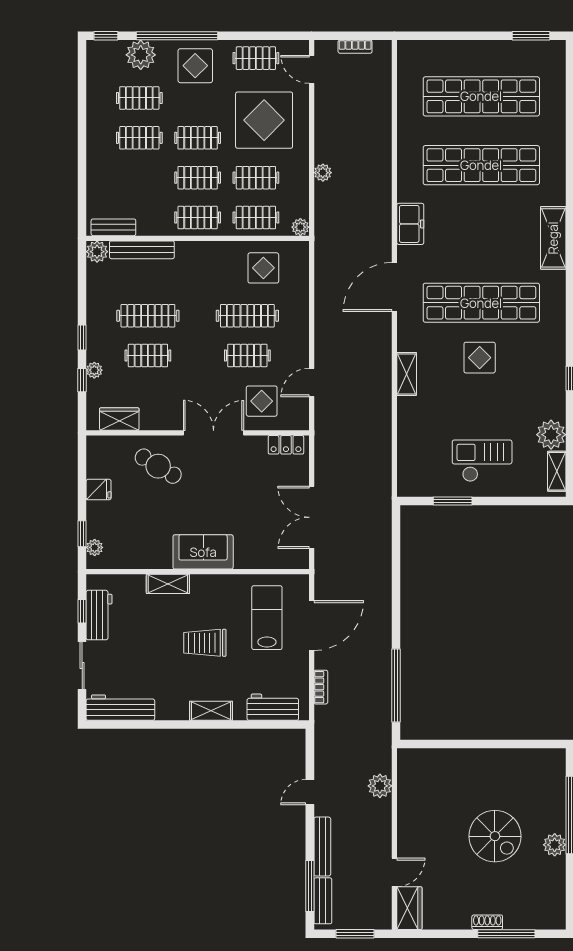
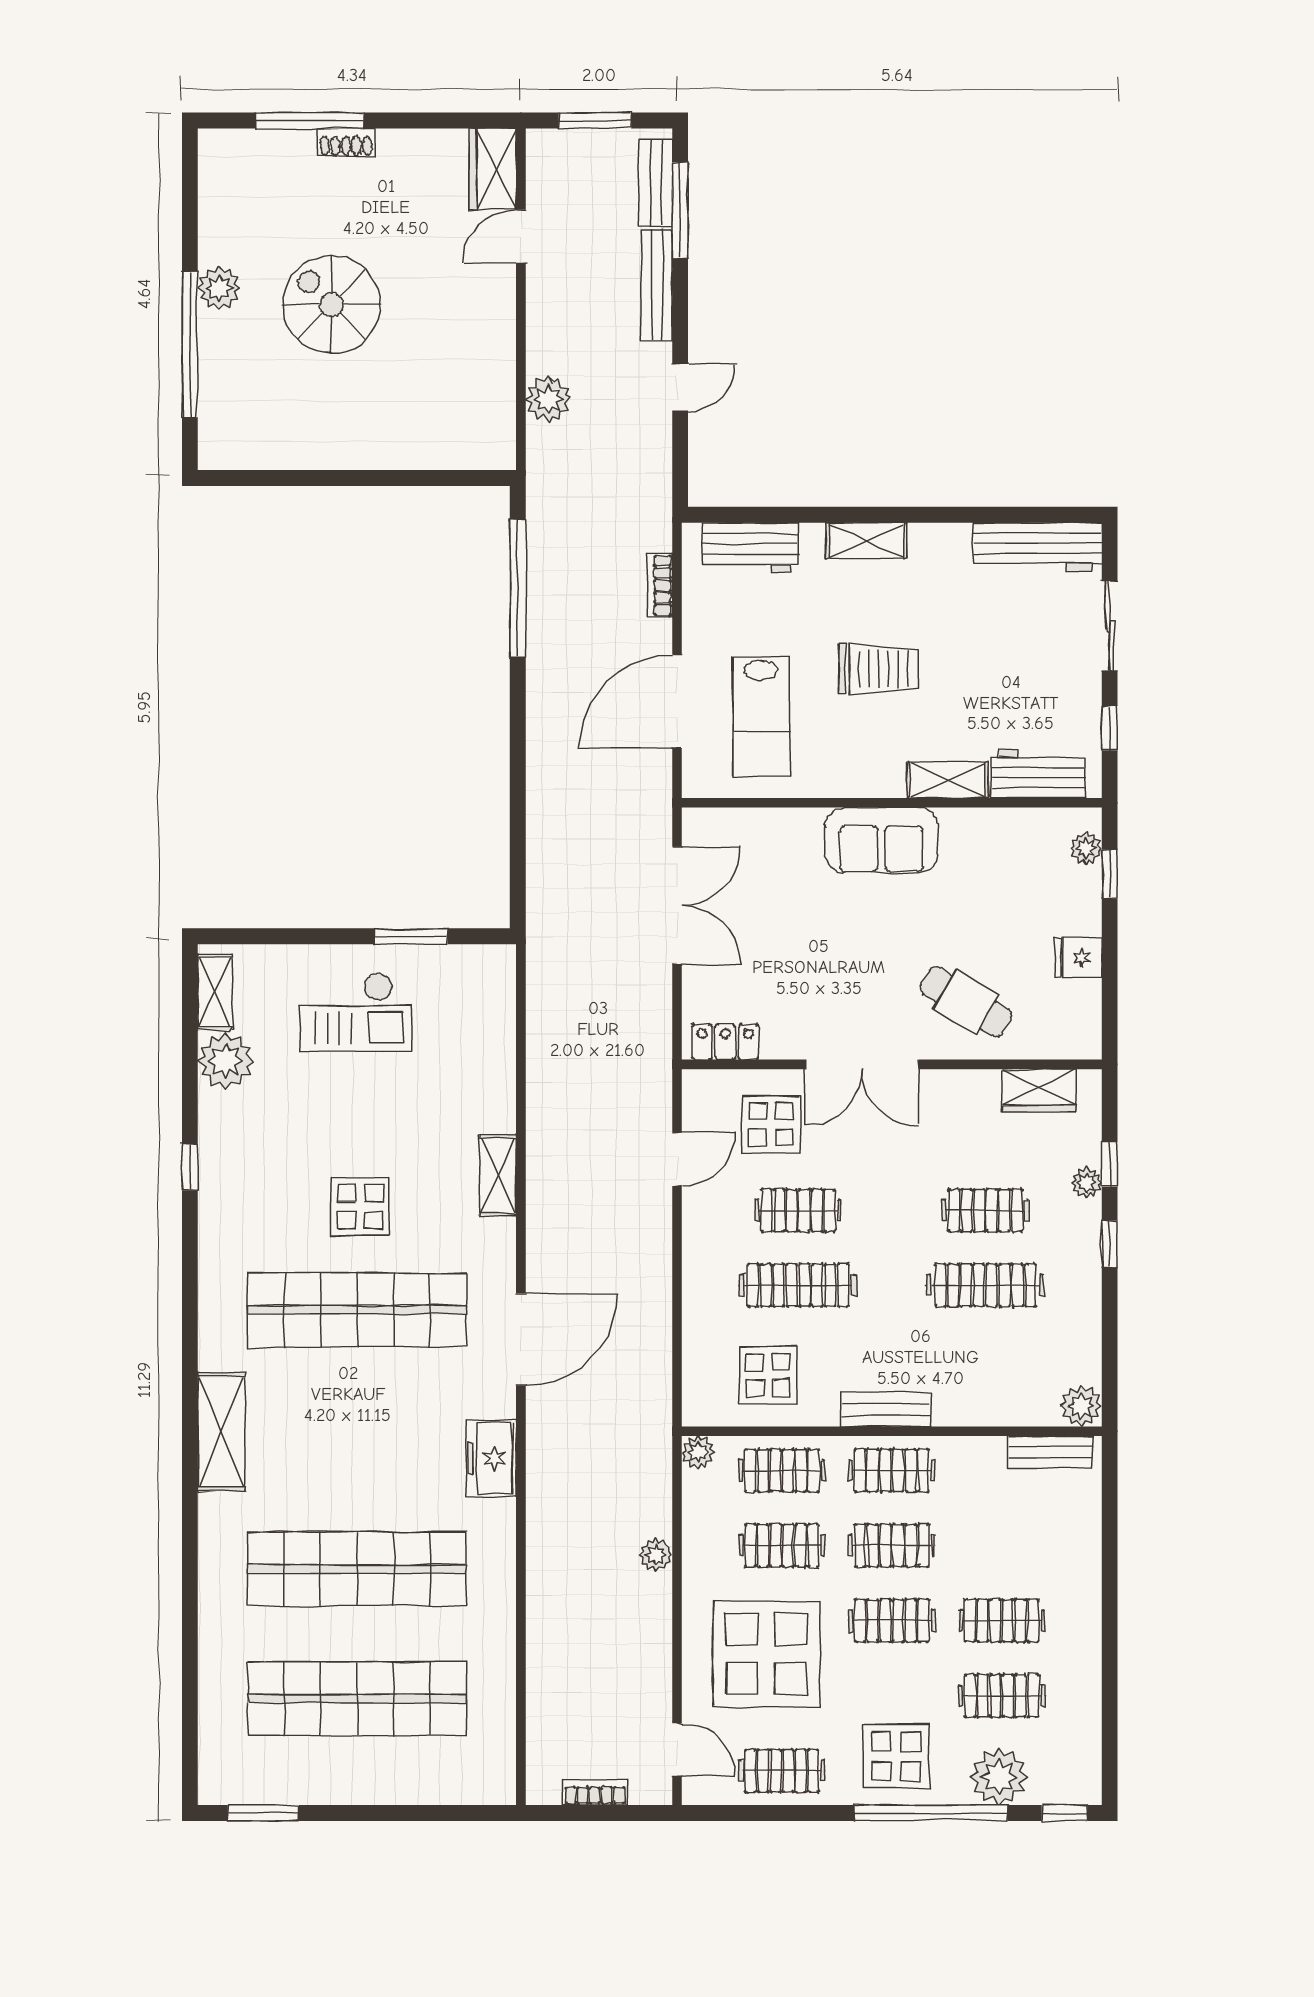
bench: (142, 250) -> (886, 1410), moved, width x0.73
workbench: (99, 615) -> (1038, 774), moved, turned 90

